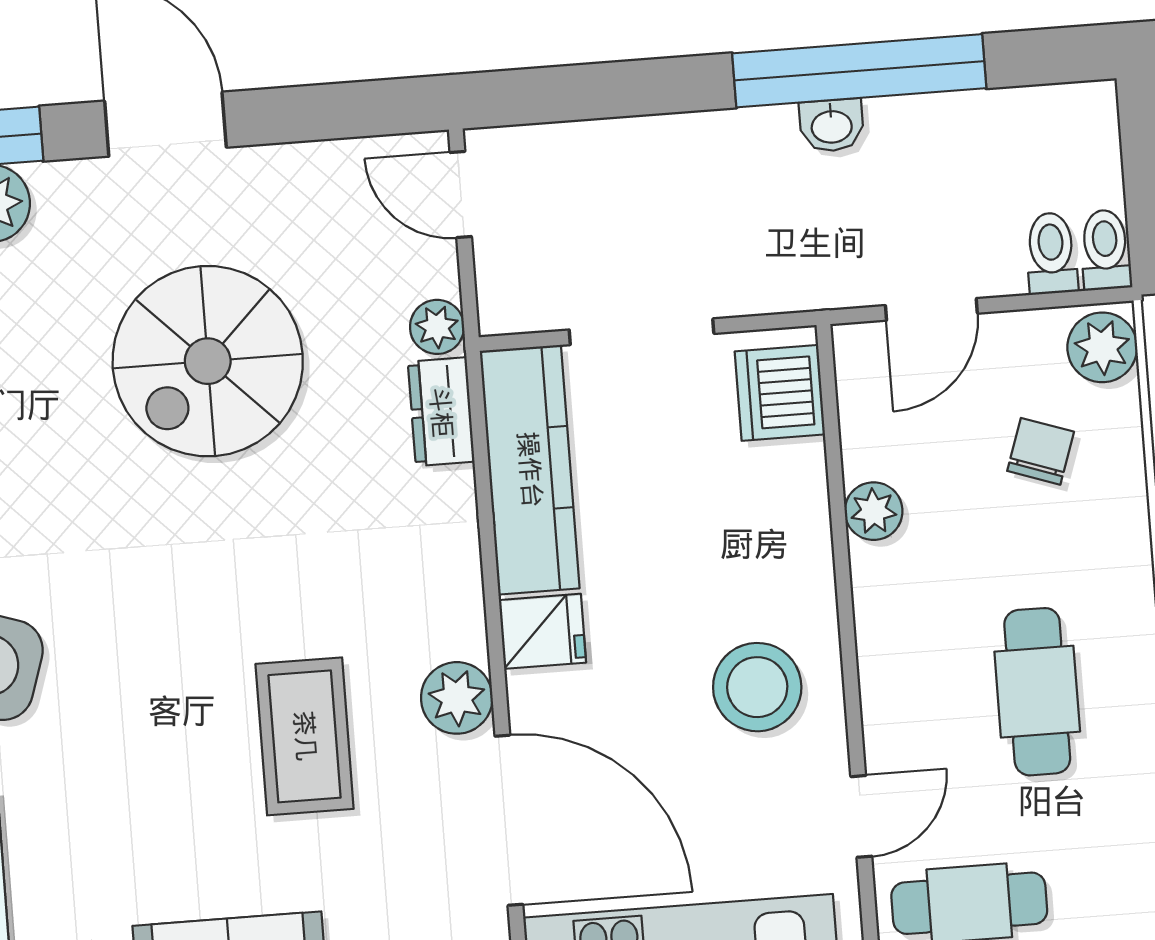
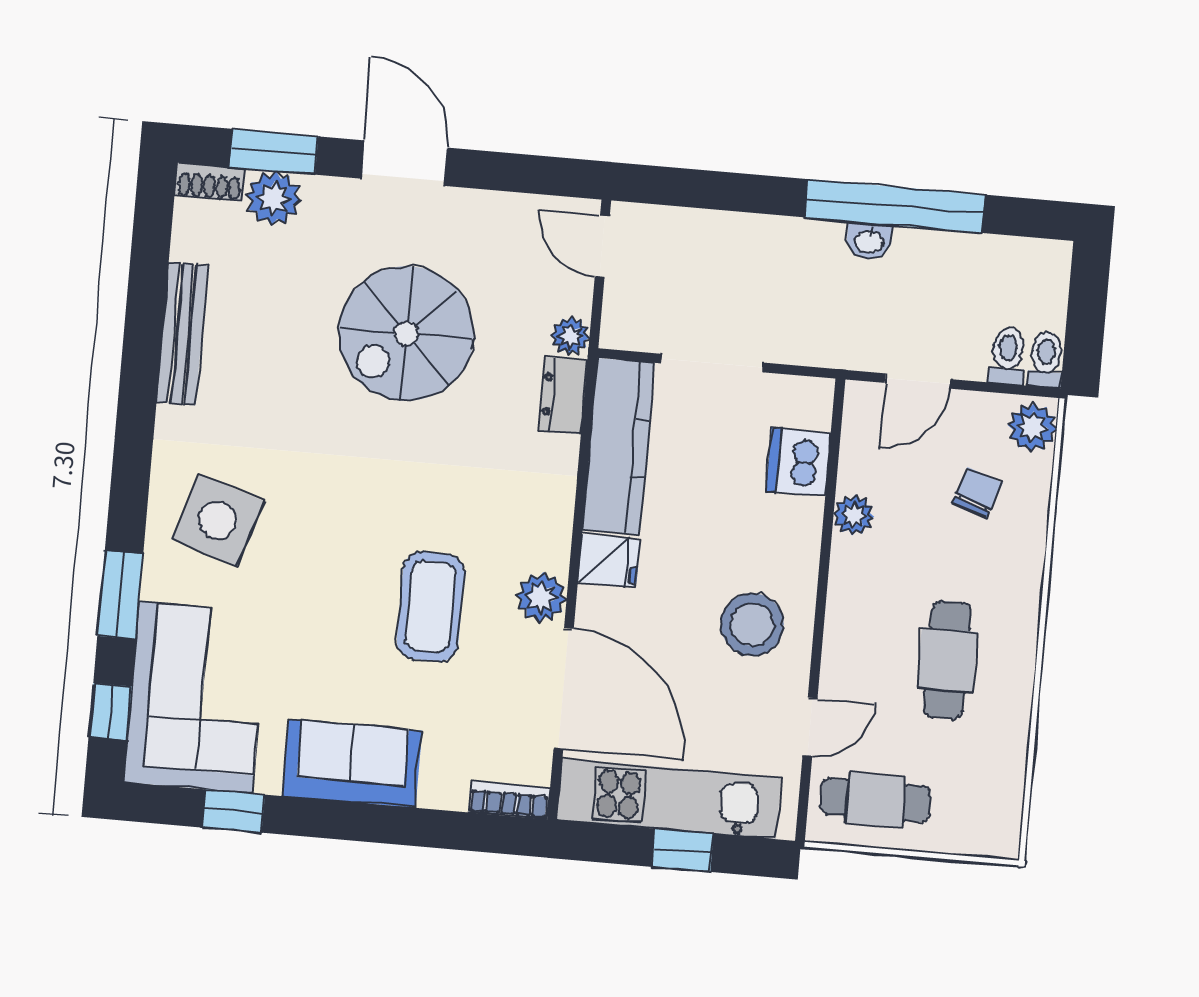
dishwasher: (780, 393) -> (799, 462), moved

